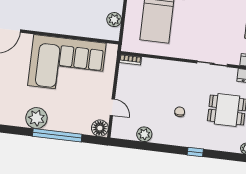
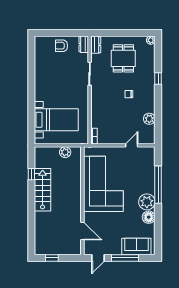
floor lamp: (100, 128) -> (149, 217), moved

